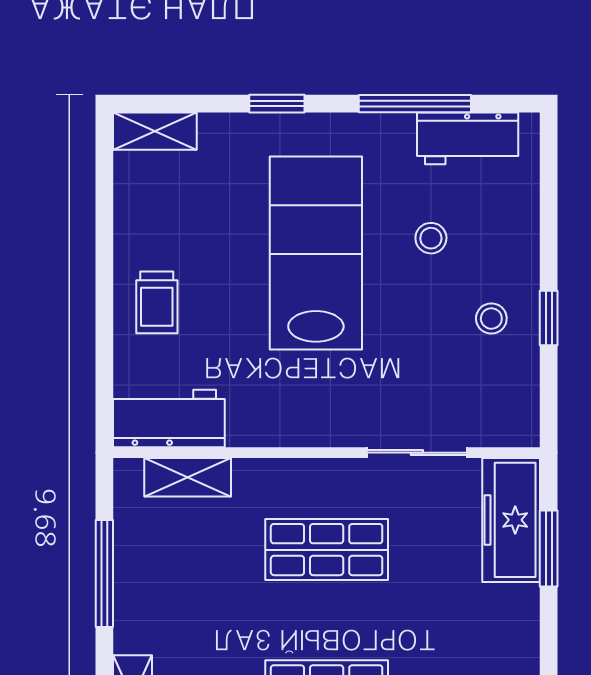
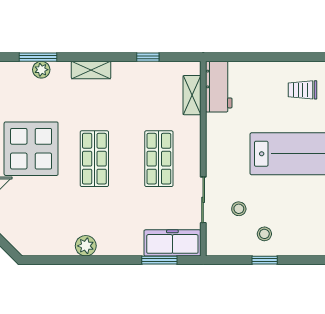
stool: (431, 238) -> (239, 209), moved
trolley: (157, 302) -> (303, 90), moved
window: (104, 574) -> (148, 57), width x0.46

